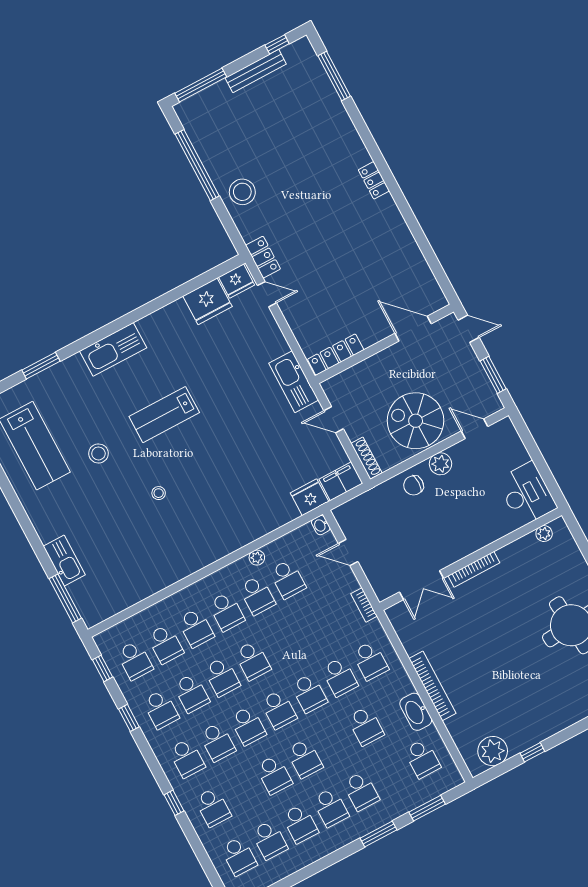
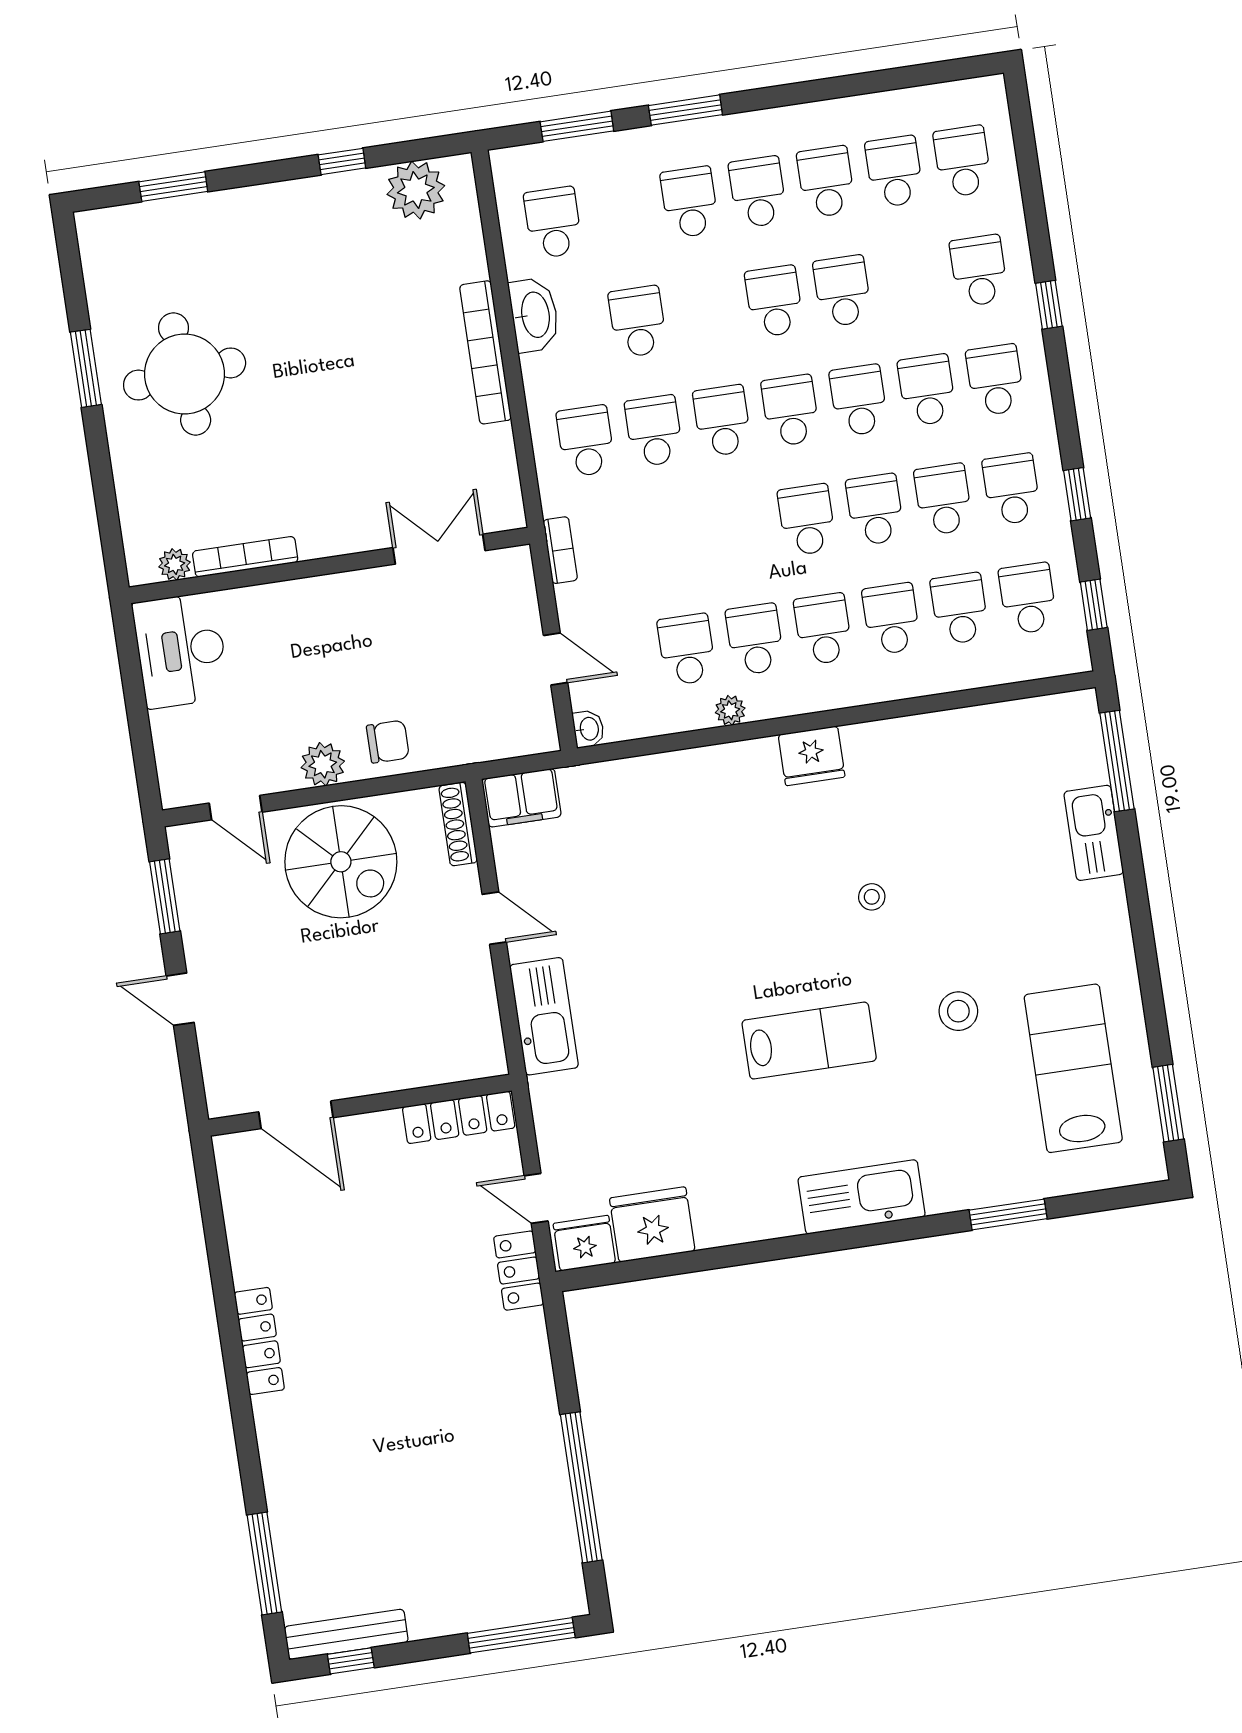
bench: (256, 71) -> (346, 1634), moved
locker: (374, 180) -> (259, 1341), width x1.53
stool: (242, 192) -> (514, 1407), removed
door: (413, 329) -> (296, 1115), moved
wall: (384, 344) -> (360, 1105), moved
locker: (336, 355) -> (459, 1117), moved
fridge: (309, 497) -> (812, 756), moved
bookcase: (474, 569) -> (245, 557), moved

